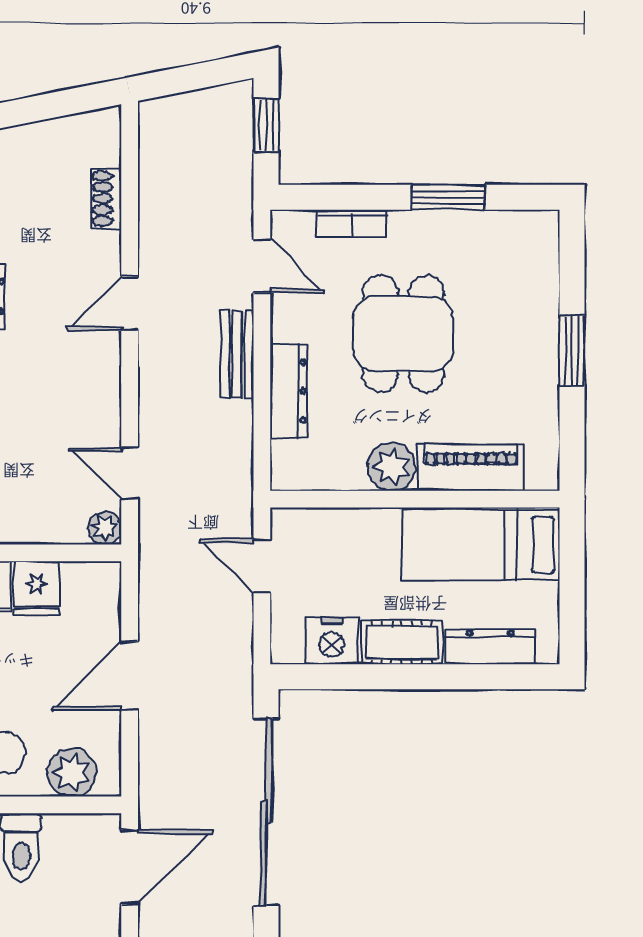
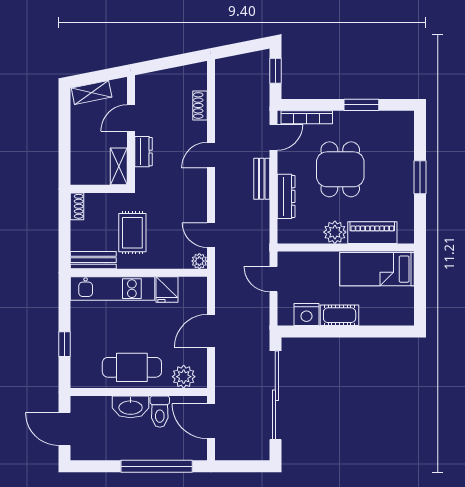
bookcase: (352, 224) -> (307, 117), width x1.56
door: (262, 266) -> (274, 137), hinge flipped
dresser: (490, 647) -> (381, 317), removed
door: (130, 867) -> (211, 421), swing flipped

